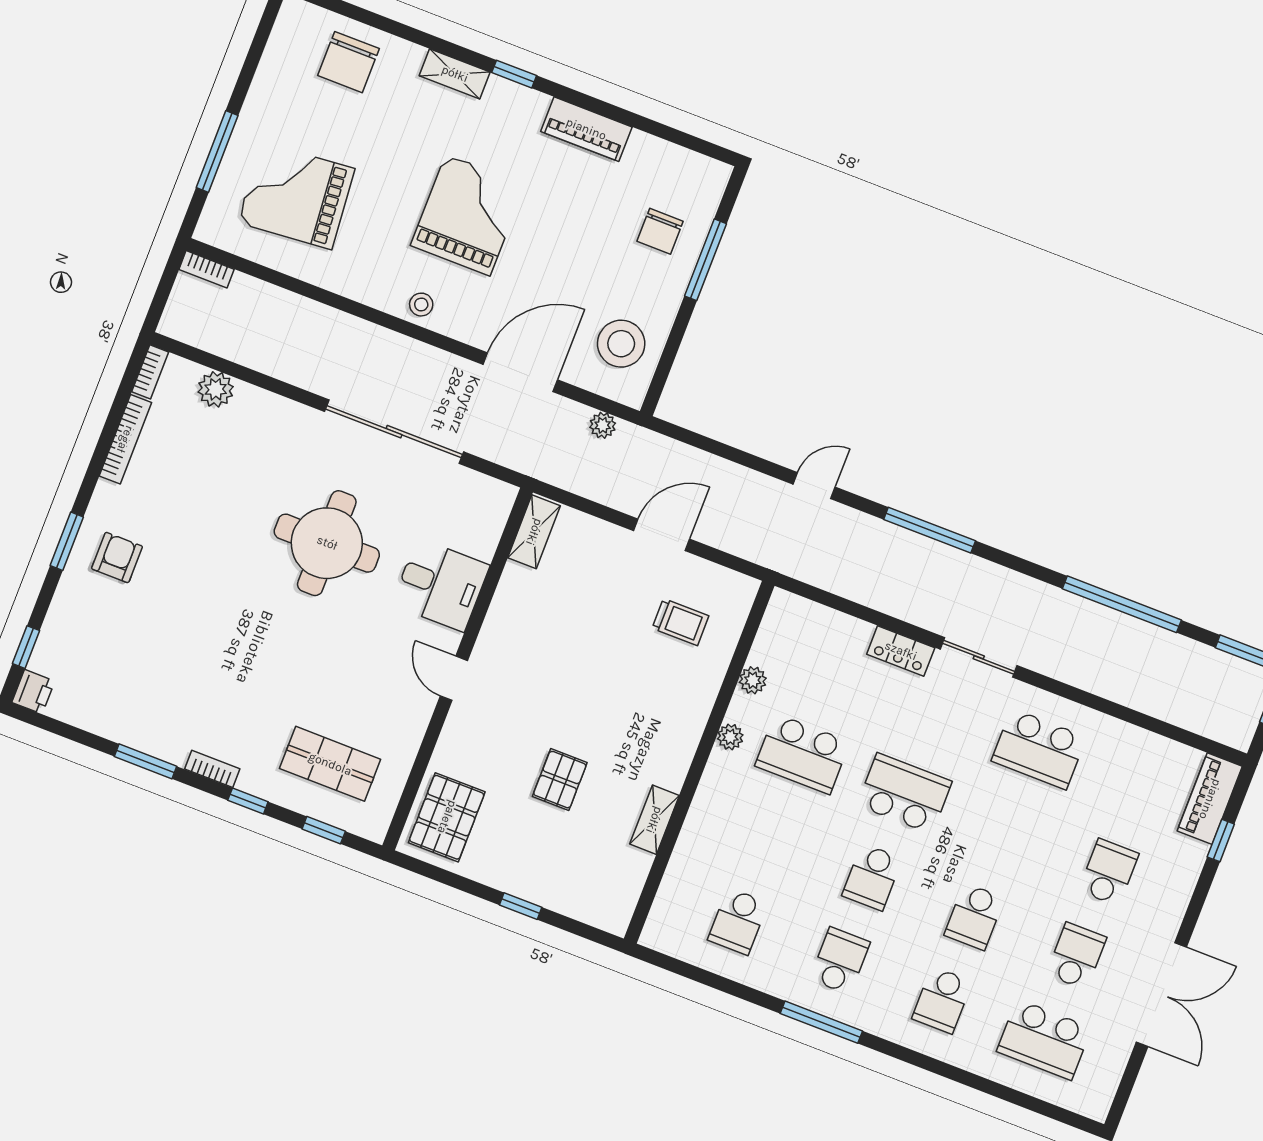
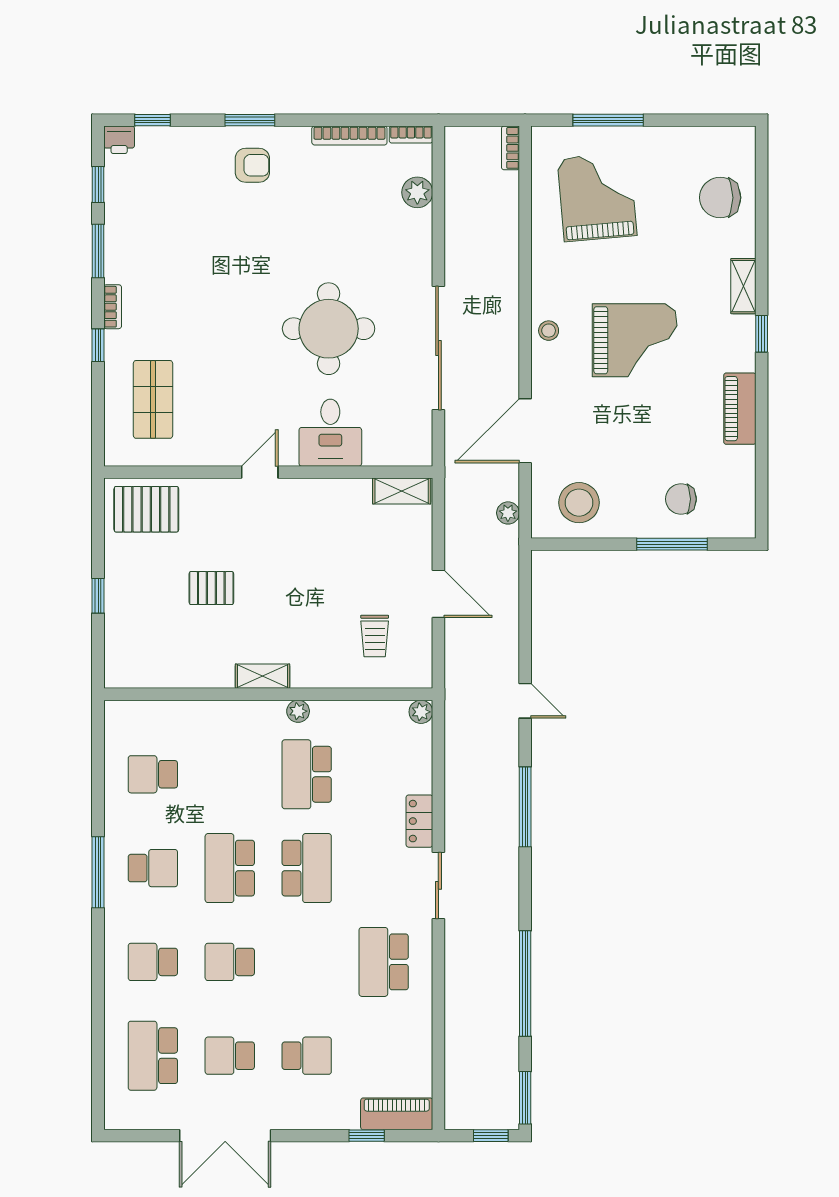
door: (520, 372) -> (525, 431), swing flipped
plant: (753, 680) -> (421, 712), moved
shelving: (654, 820) -> (262, 676), moved
window: (324, 830) -> (98, 185), moved
school desk: (872, 877) -> (230, 868), width x1.85
school desk: (1076, 956) -> (230, 1056), turned 180

